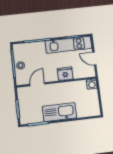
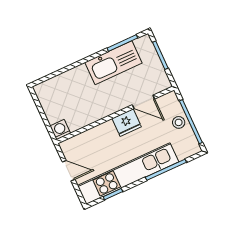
kitchen unit: (68, 45) -> (128, 174), width x1.36
fridge: (65, 74) -> (127, 123), moved
door: (37, 84) -> (143, 102), hinge flipped
kitchen sink: (59, 112) -> (113, 63), moved

